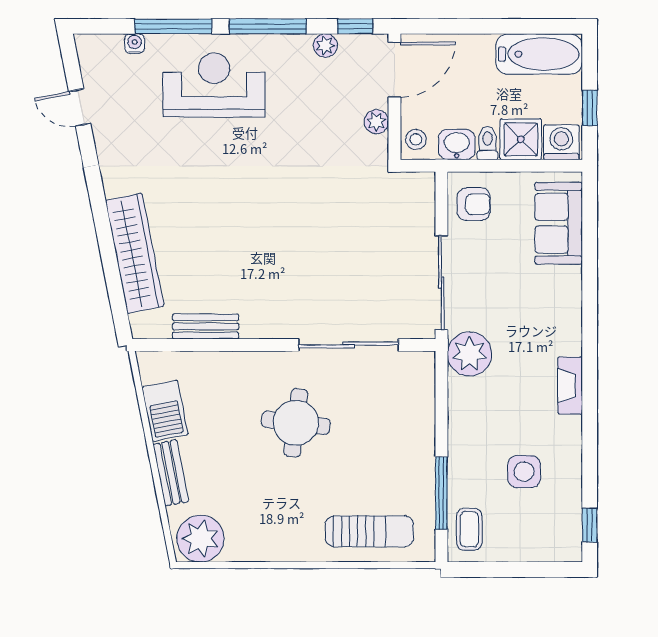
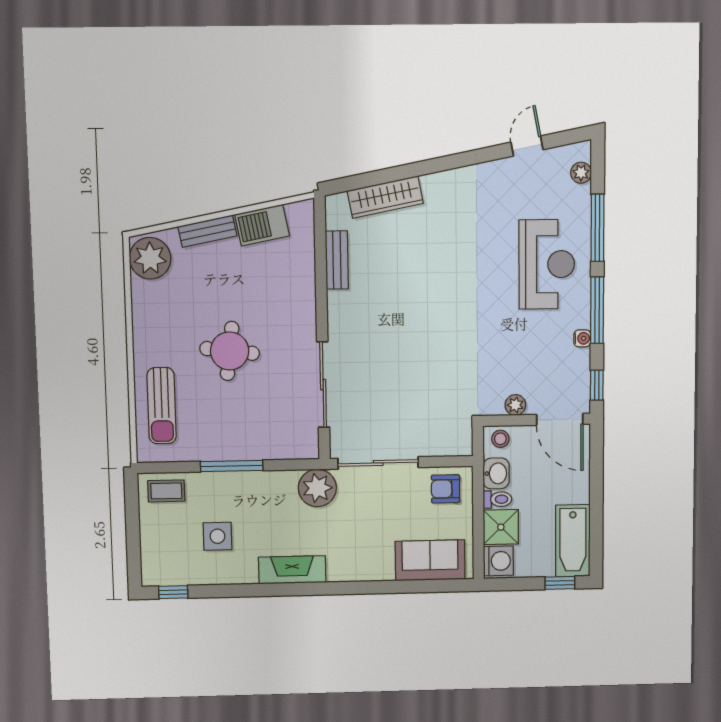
water cooler: (135, 44) -> (582, 338), moved
plant: (325, 46) -> (581, 173), moved
window: (590, 108) -> (560, 583), moved
armchair: (474, 204) -> (446, 489), turned 90
wardrobe: (135, 253) -> (385, 197), width x0.71, depth x0.85
fireplace: (570, 385) -> (292, 570), width x1.37, depth x1.32
round table: (296, 423) -> (230, 351), moved
window: (441, 493) -> (232, 466), moved

